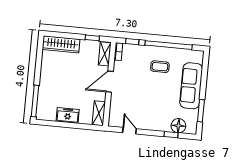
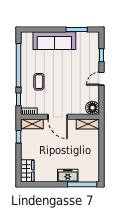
wardrobe: (61, 44) -> (27, 171), width x0.67
coffee table: (160, 67) -> (39, 82), moved
freezer: (68, 115) -> (68, 176), moved, turned 90
floor lamp: (178, 126) -> (92, 108), moved
door: (129, 131) -> (101, 79), moved

